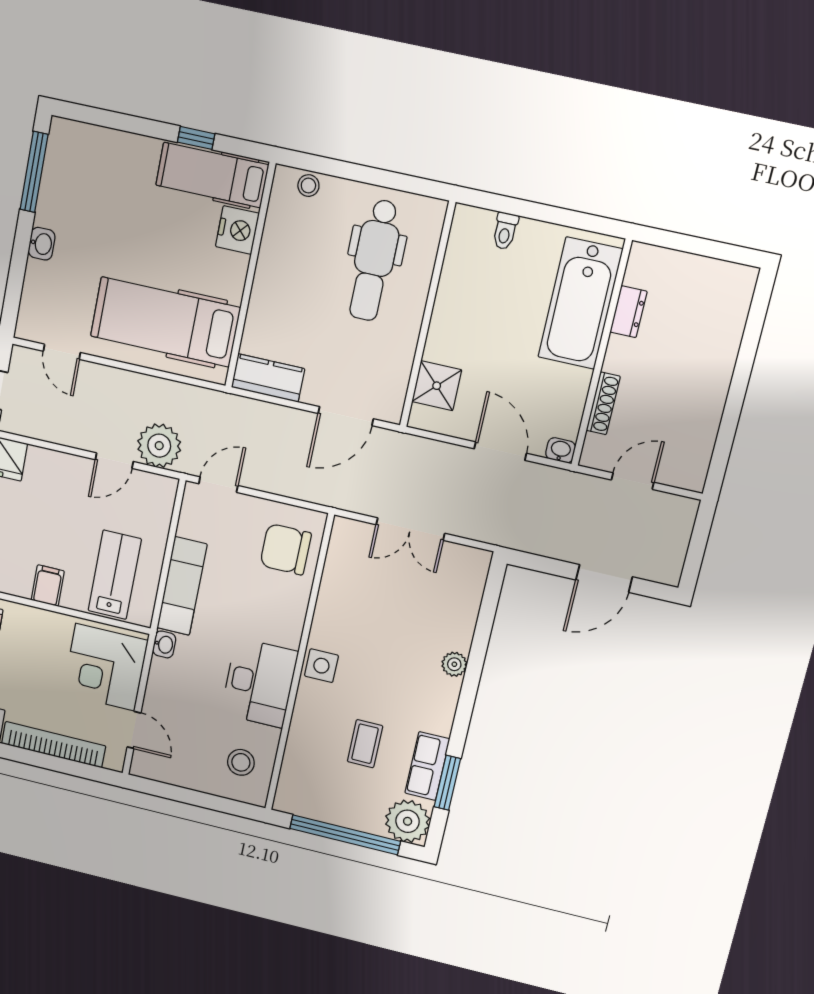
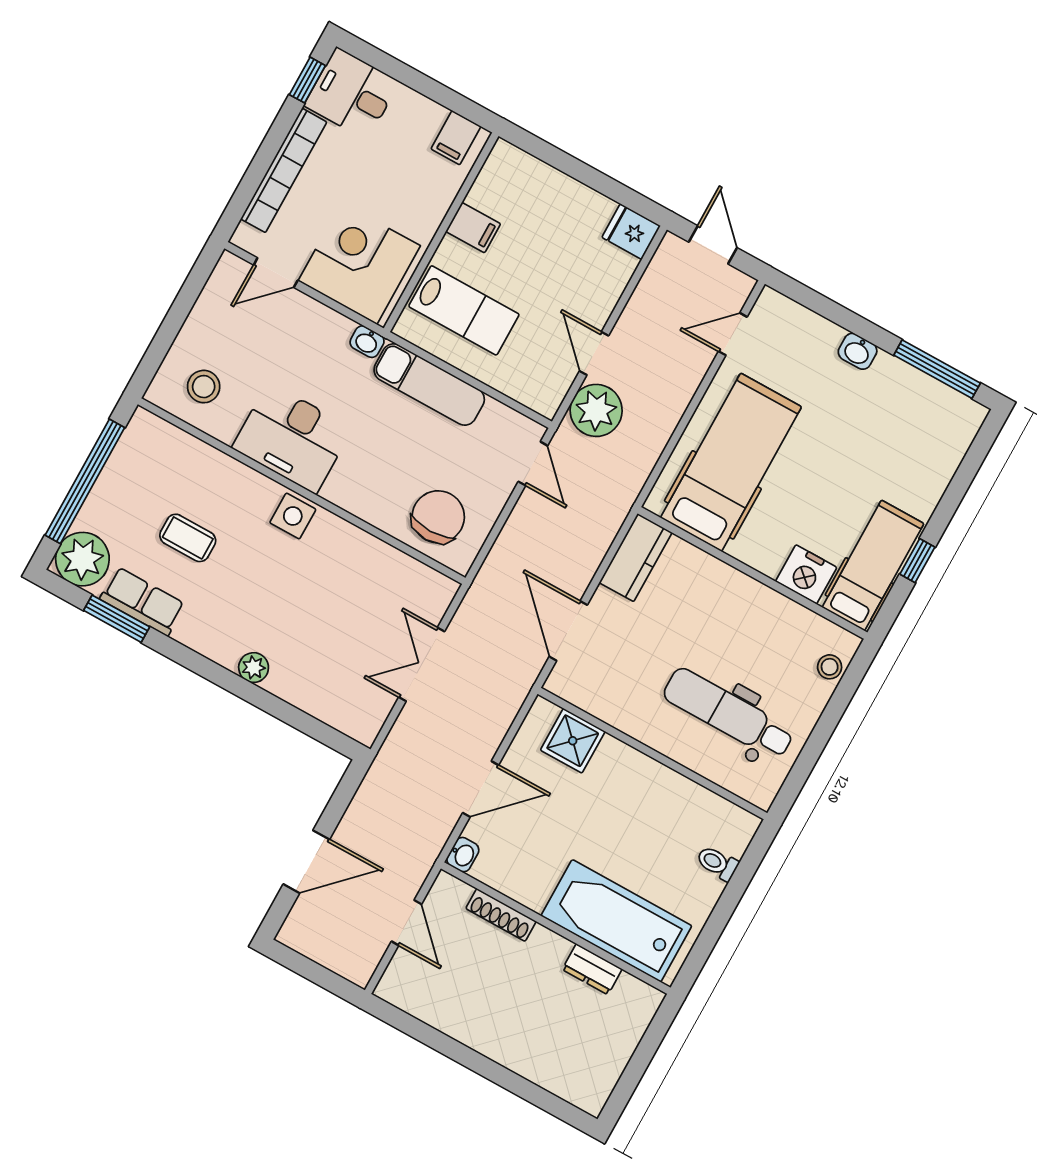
door: (604, 578) -> (306, 862), swing flipped

